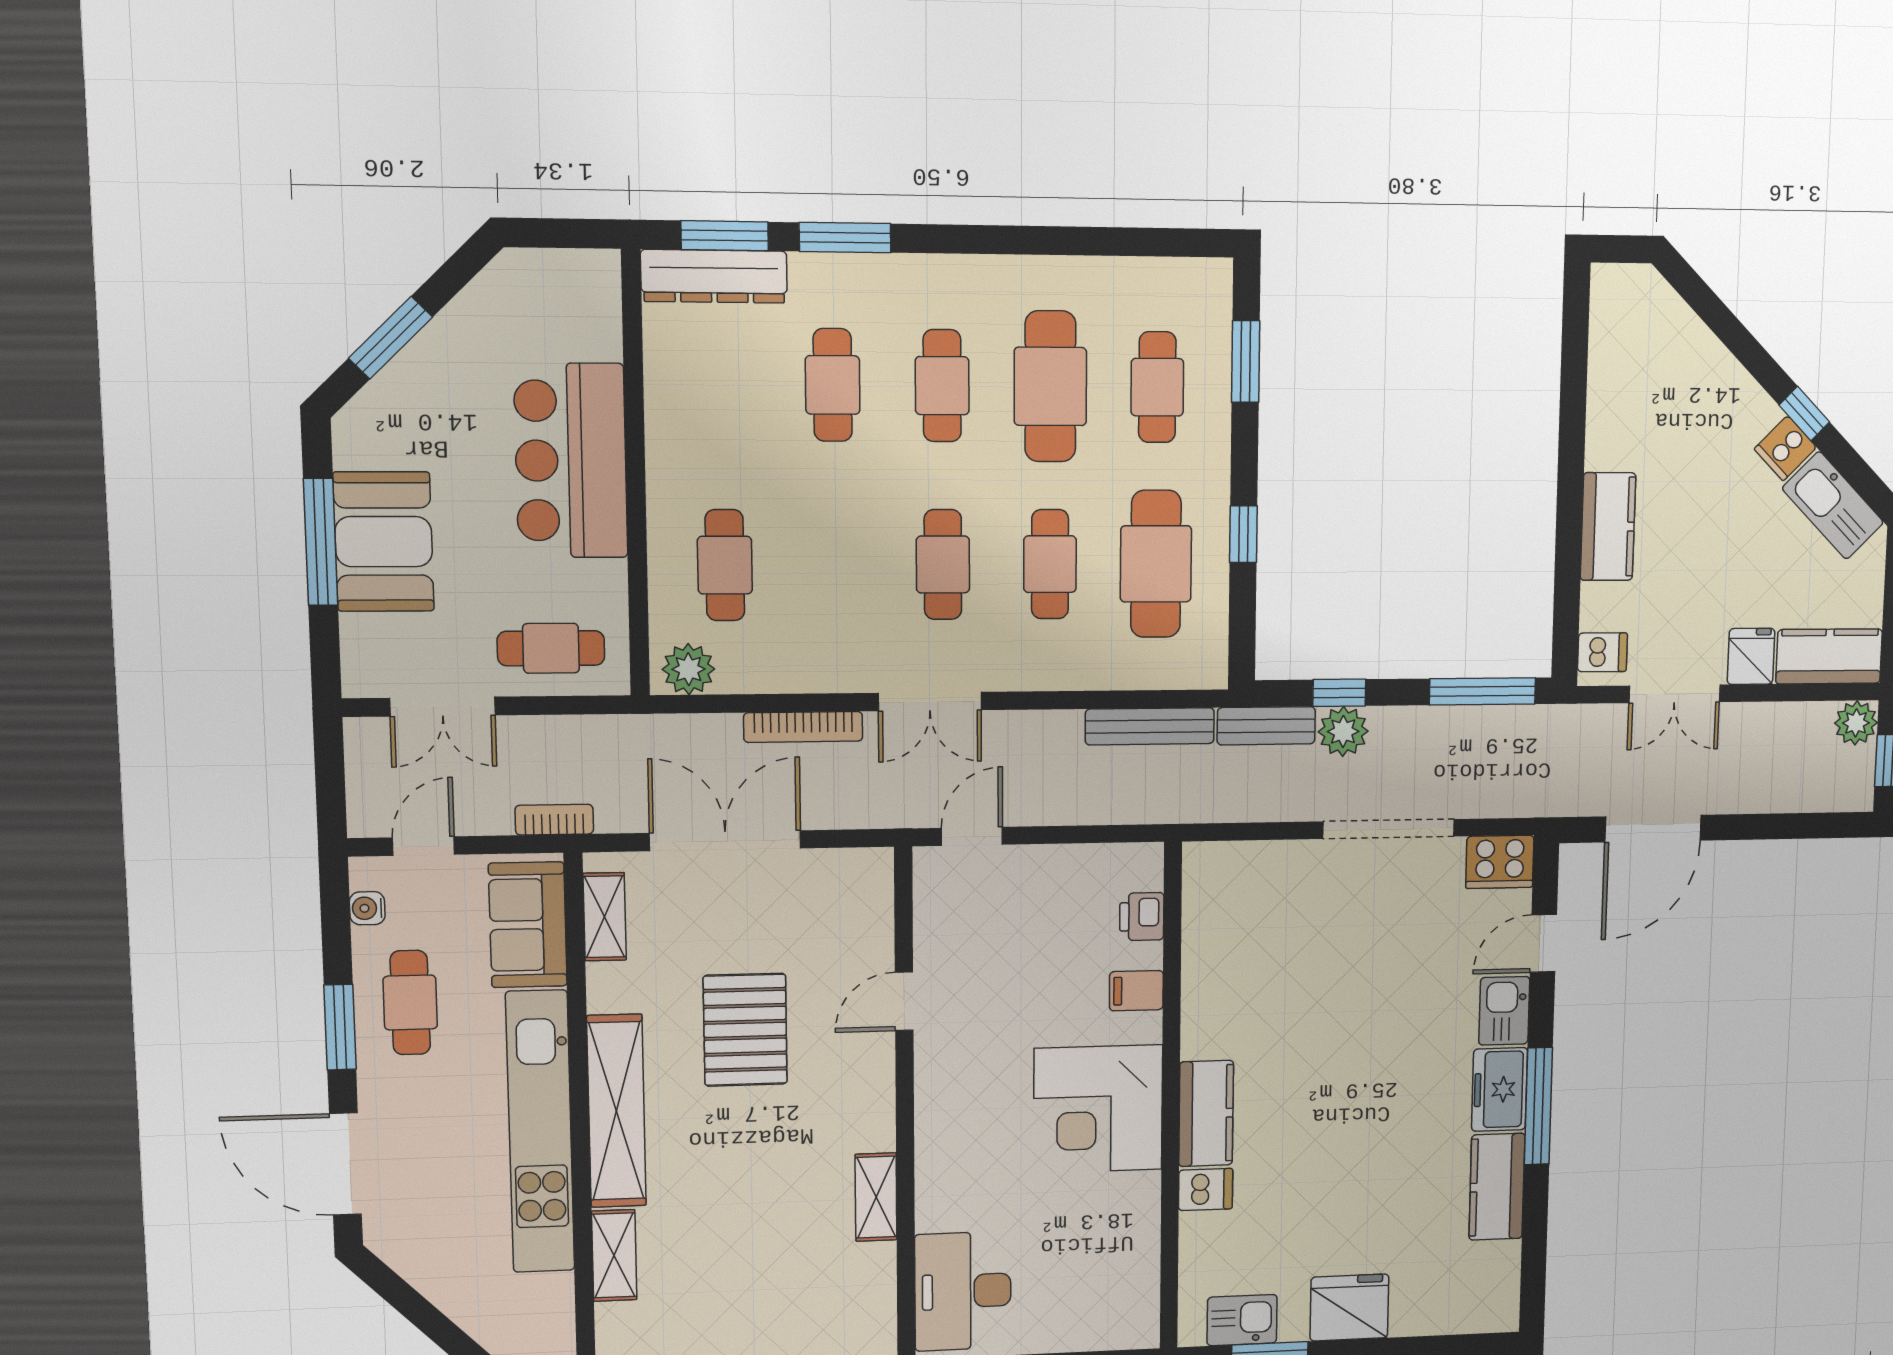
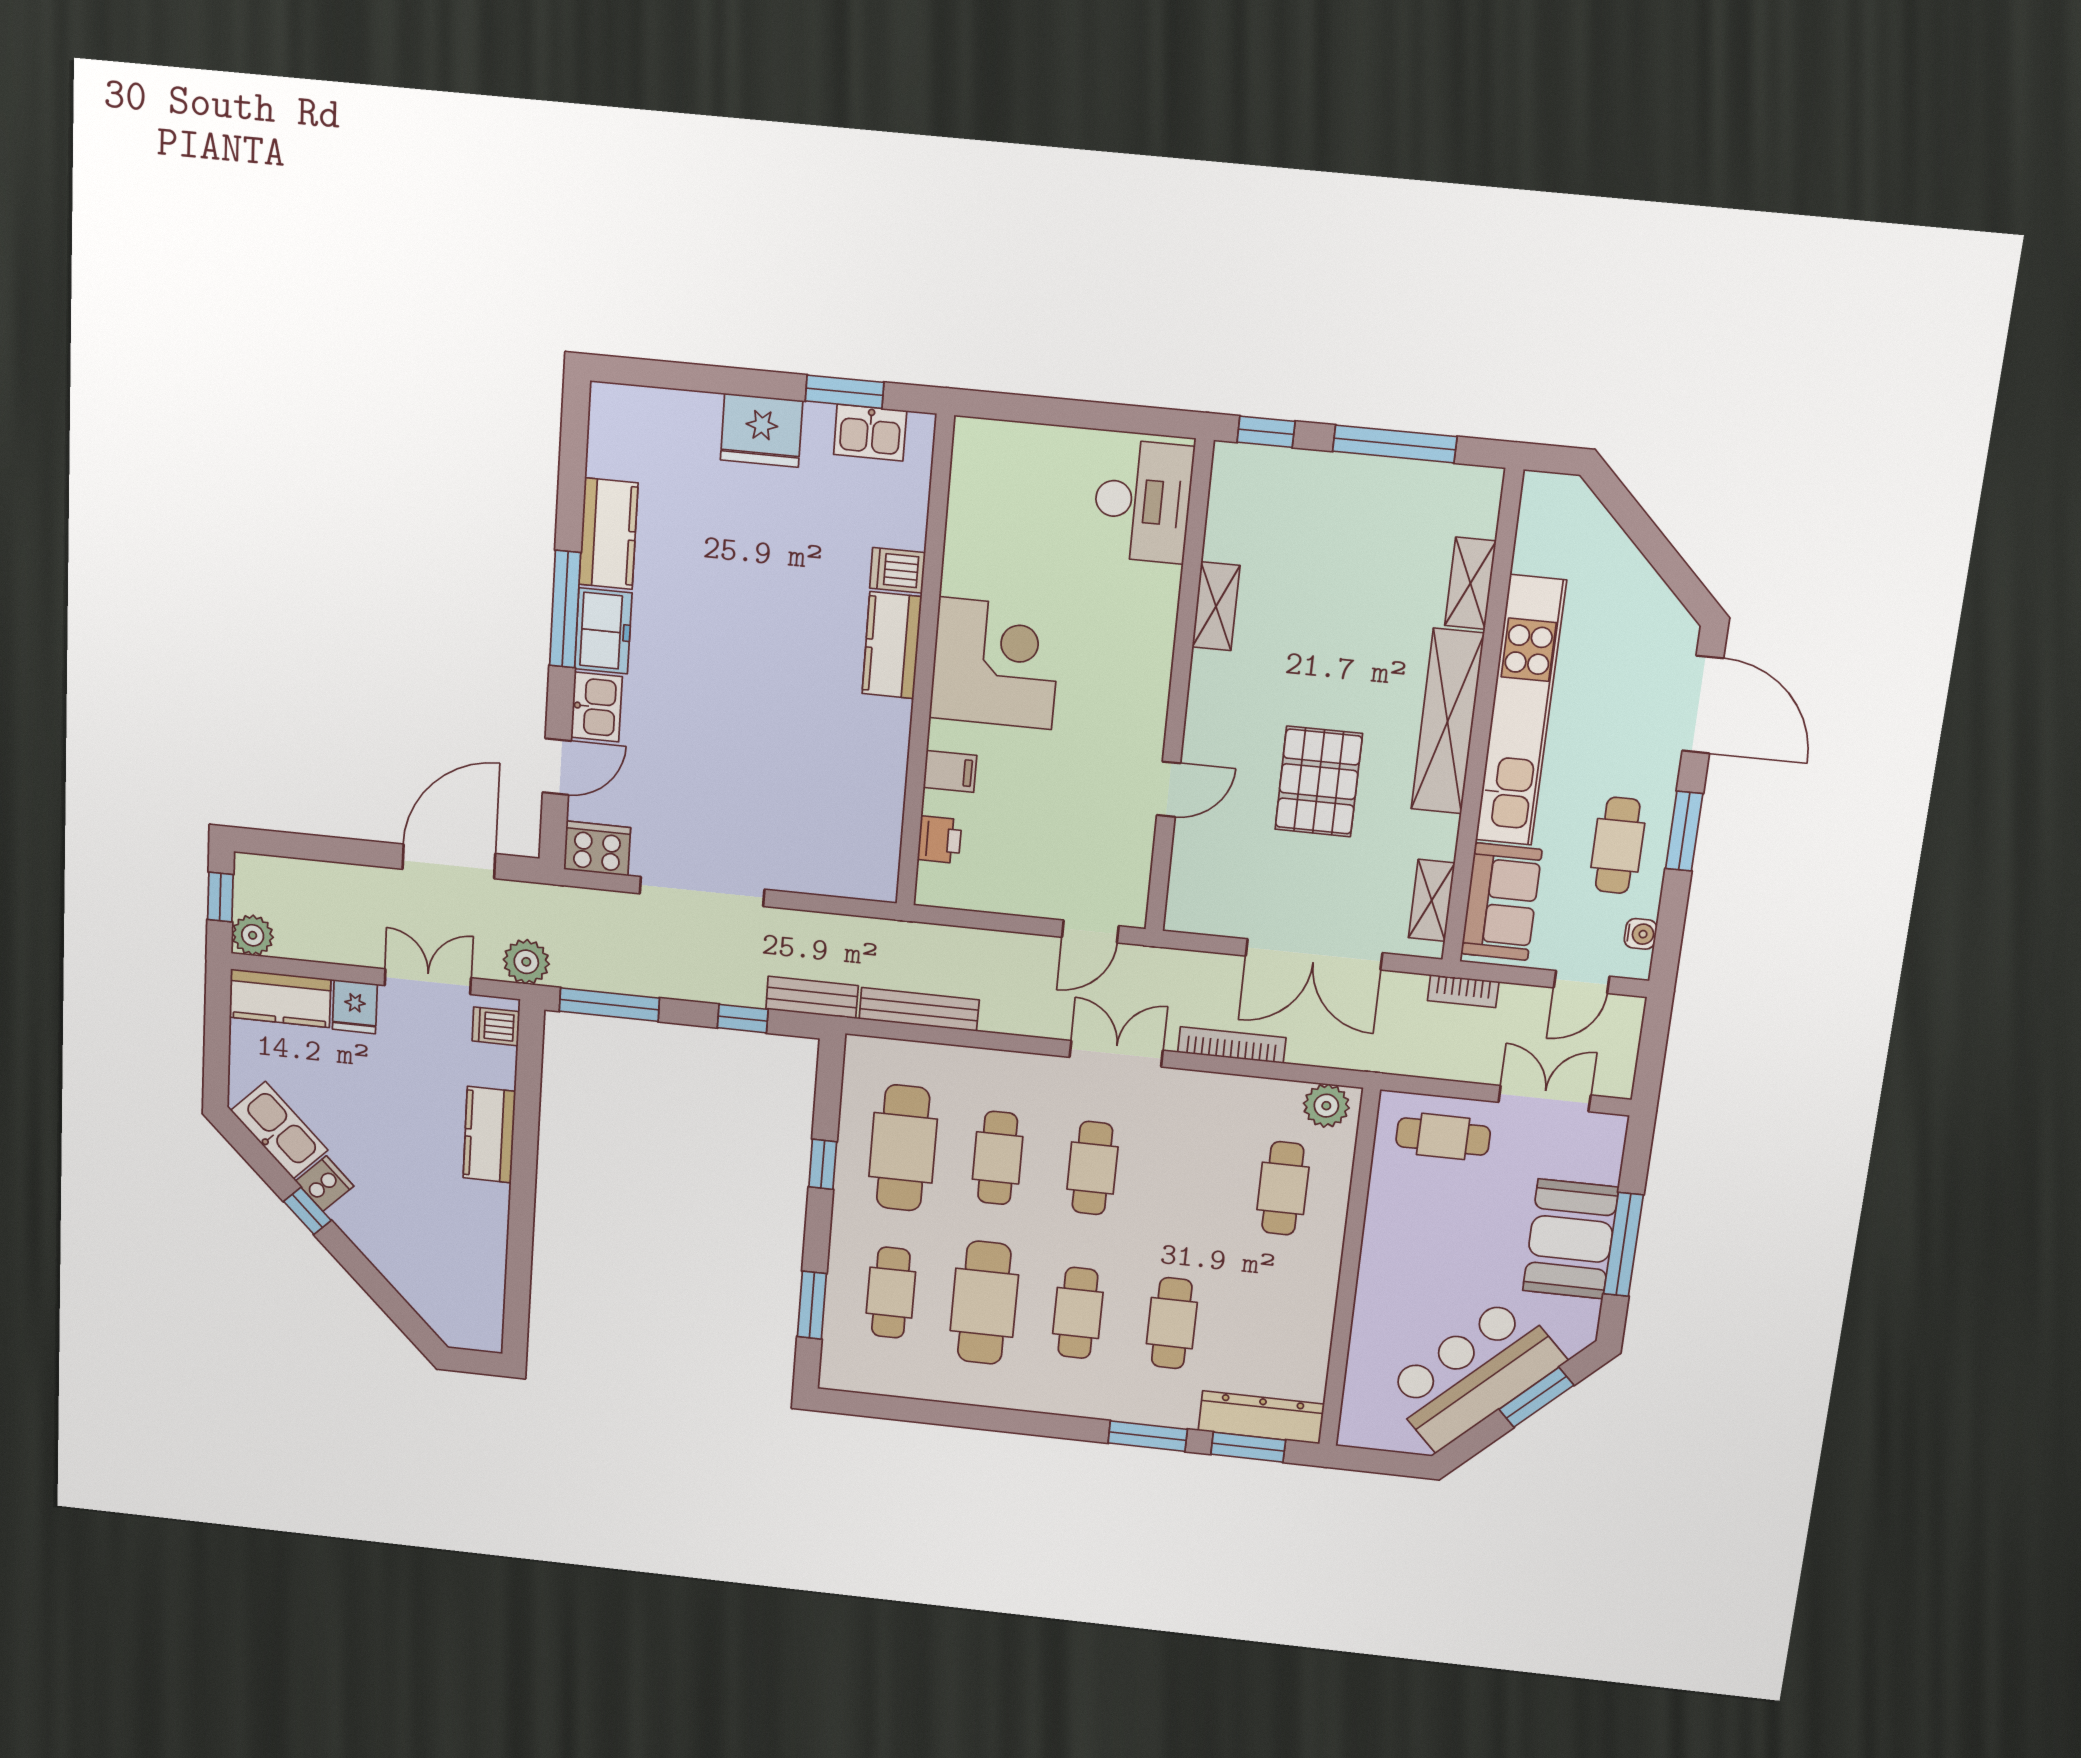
bar counter: (571, 461) -> (1474, 1374), moved, turned -134
plant: (1343, 731) -> (526, 962), moved

